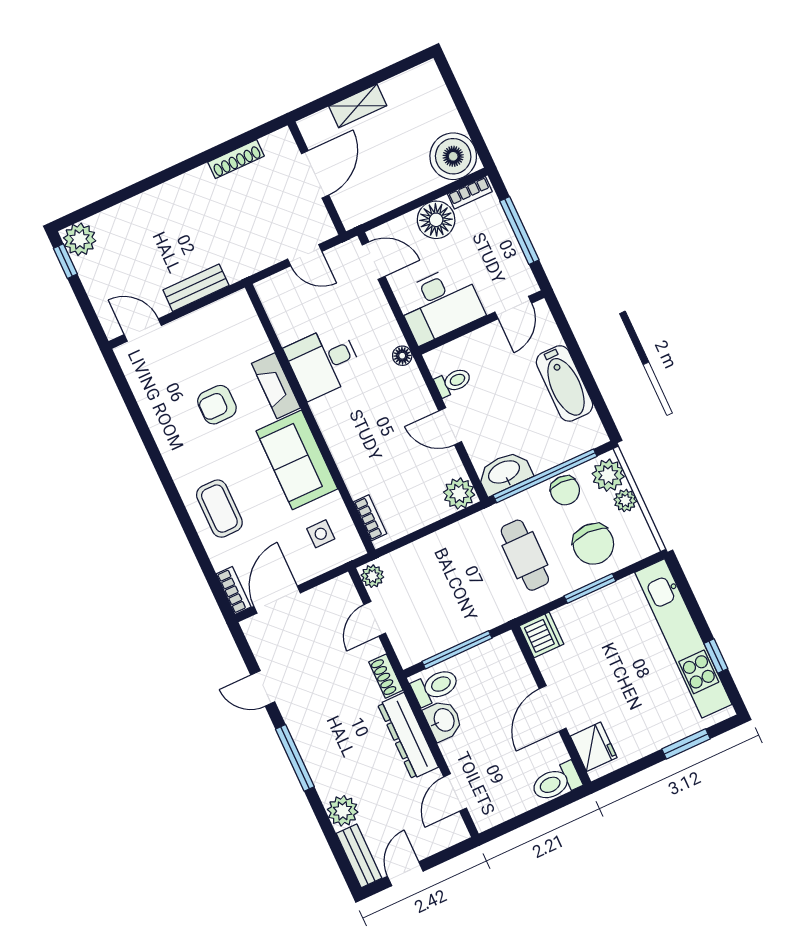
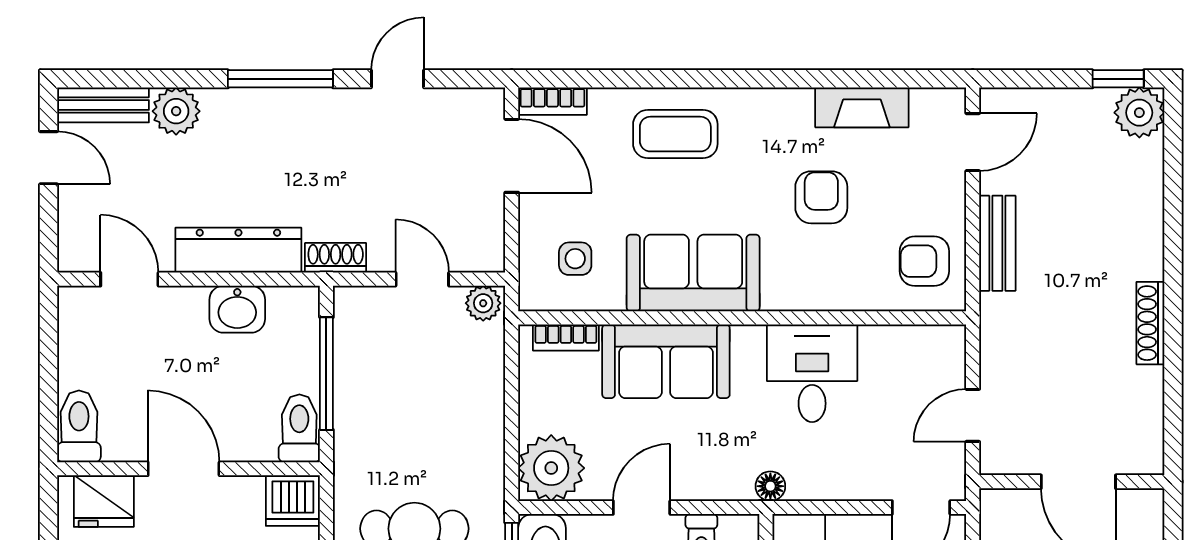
shoe rack: (236, 159) -> (1150, 323), moved
armchair: (227, 326) -> (924, 261), added
fireplace: (276, 386) -> (862, 107), moved, turned 180
sofa: (357, 452) -> (666, 361), added
plant: (459, 493) -> (551, 468), width x1.36, depth x1.36
toilet: (435, 687) -> (299, 428), moved, turned 180

